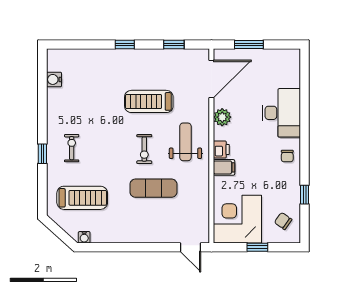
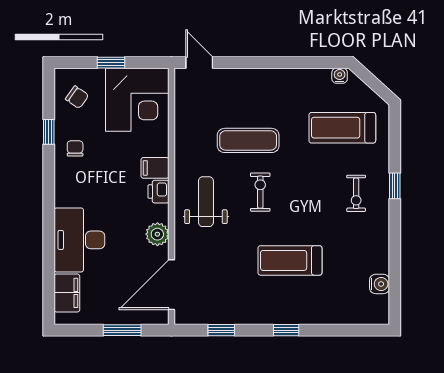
filing cabinet: (291, 73) -> (67, 293), added
treadmill: (149, 101) -> (290, 260), moved, turned 180
weight bench: (185, 142) -> (206, 202), turned 180
chair: (287, 156) -> (75, 148), moved

